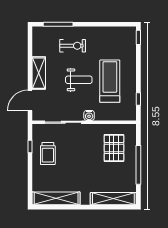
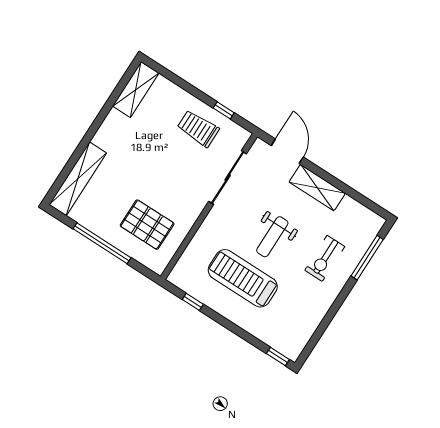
treadmill: (110, 81) -> (243, 278), turned 180
water cooler: (89, 115) -> (214, 219), removed
shelving: (56, 198) -> (136, 90), width x0.68

